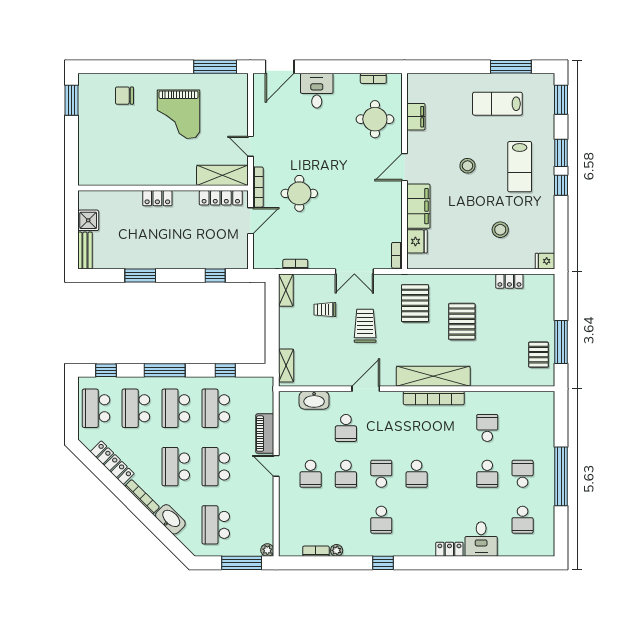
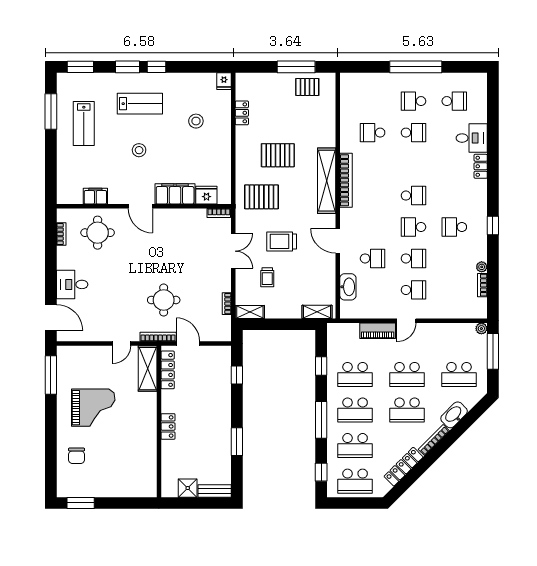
school desk: (381, 520) -> (454, 227), turned 180

